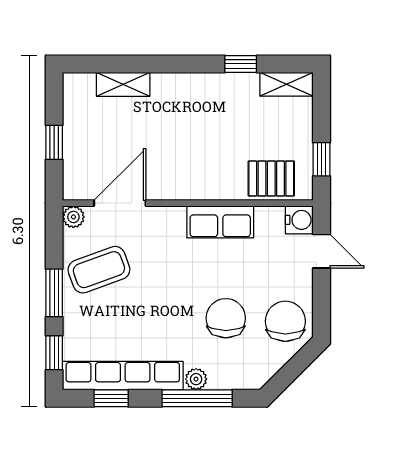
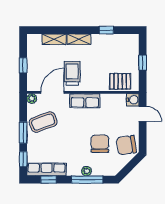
shelving: (287, 84) -> (79, 39), moved
window: (322, 159) -> (143, 62), moved
trolley: (164, 160) -> (72, 73), added
row of seats: (220, 222) -> (85, 101), moved
chair: (285, 321) -> (126, 145), turned -98
row of seats: (123, 376) -> (47, 169), width x0.73

